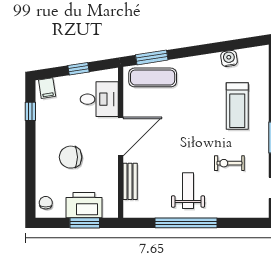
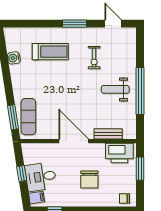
desk: (99, 99) -> (41, 177), moved, turned -99
printer: (84, 205) -> (119, 153), moved, turned -90

